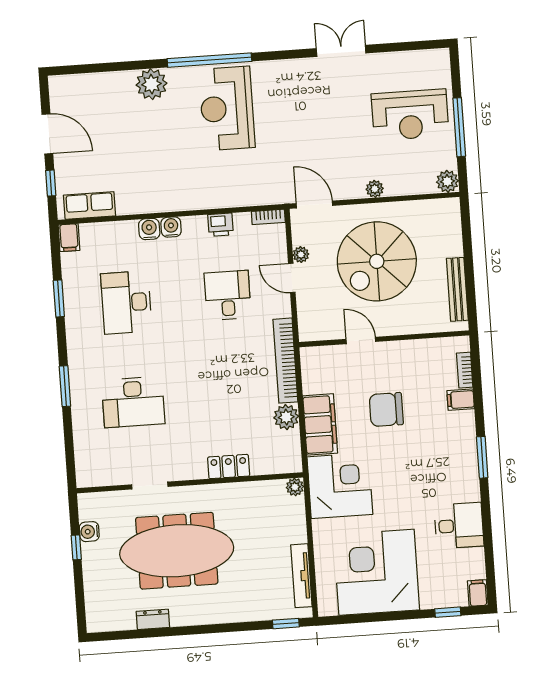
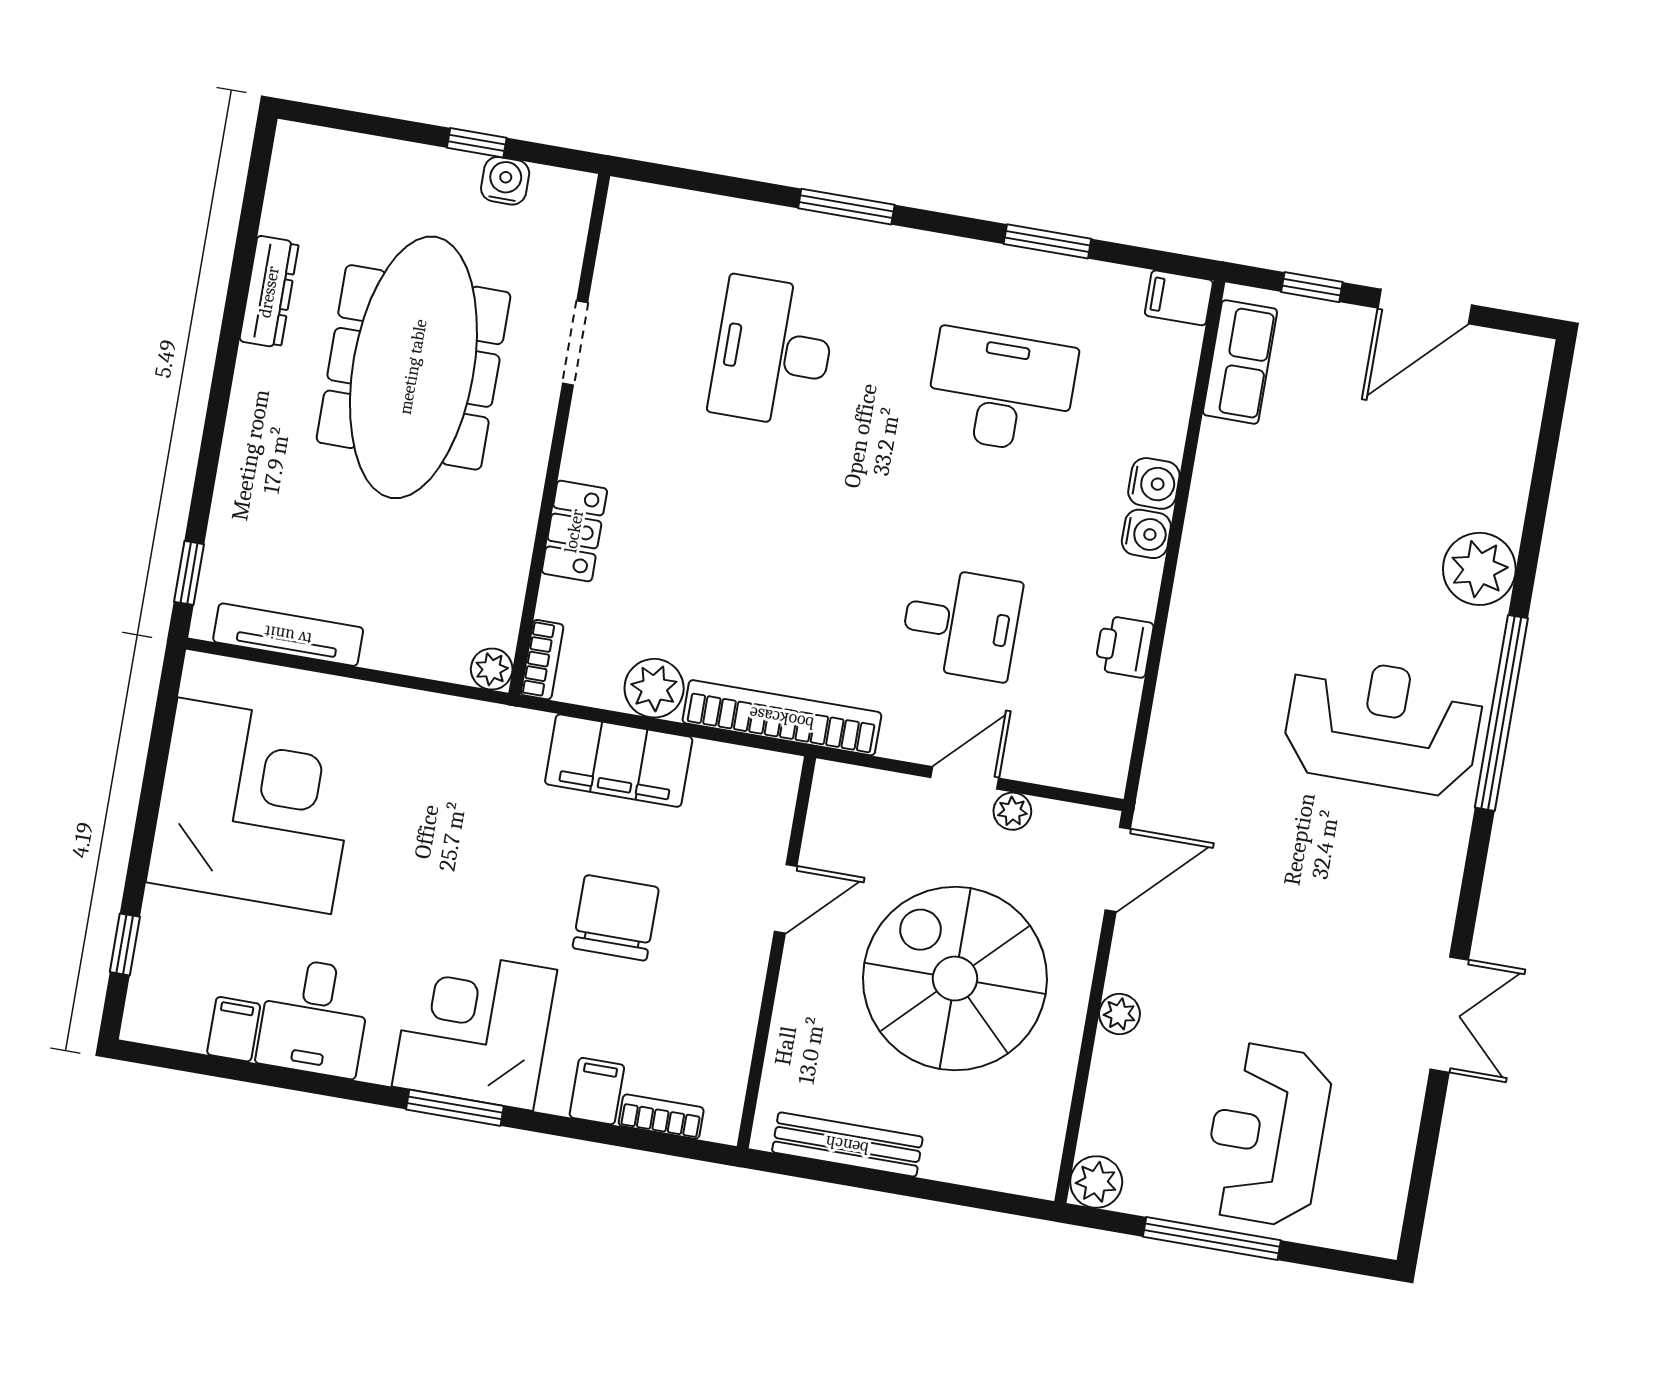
bookcase: (268, 217) -> (542, 660), moved, turned 180
corner desk: (340, 486) -> (474, 1028), moved, turned 180
filing cabinet: (478, 593) -> (234, 1029), moved, turned -90
dresser: (153, 619) -> (269, 292), width x1.44

